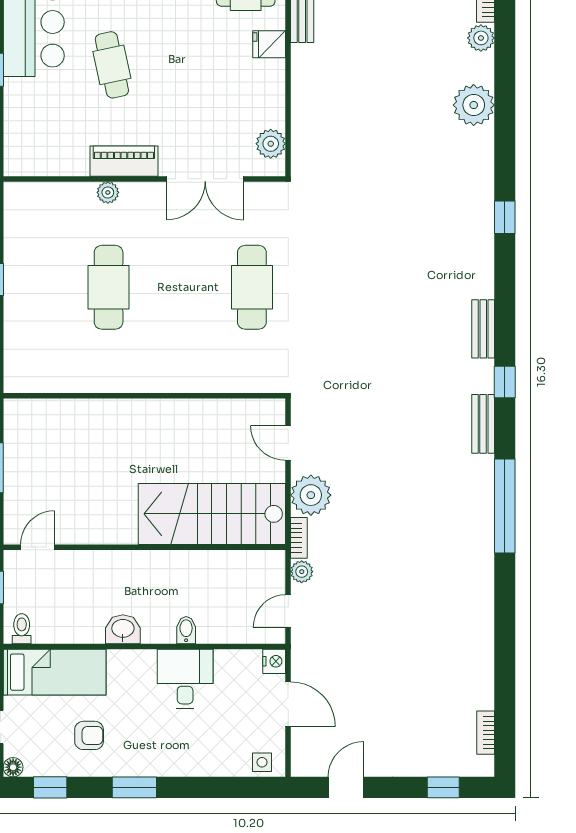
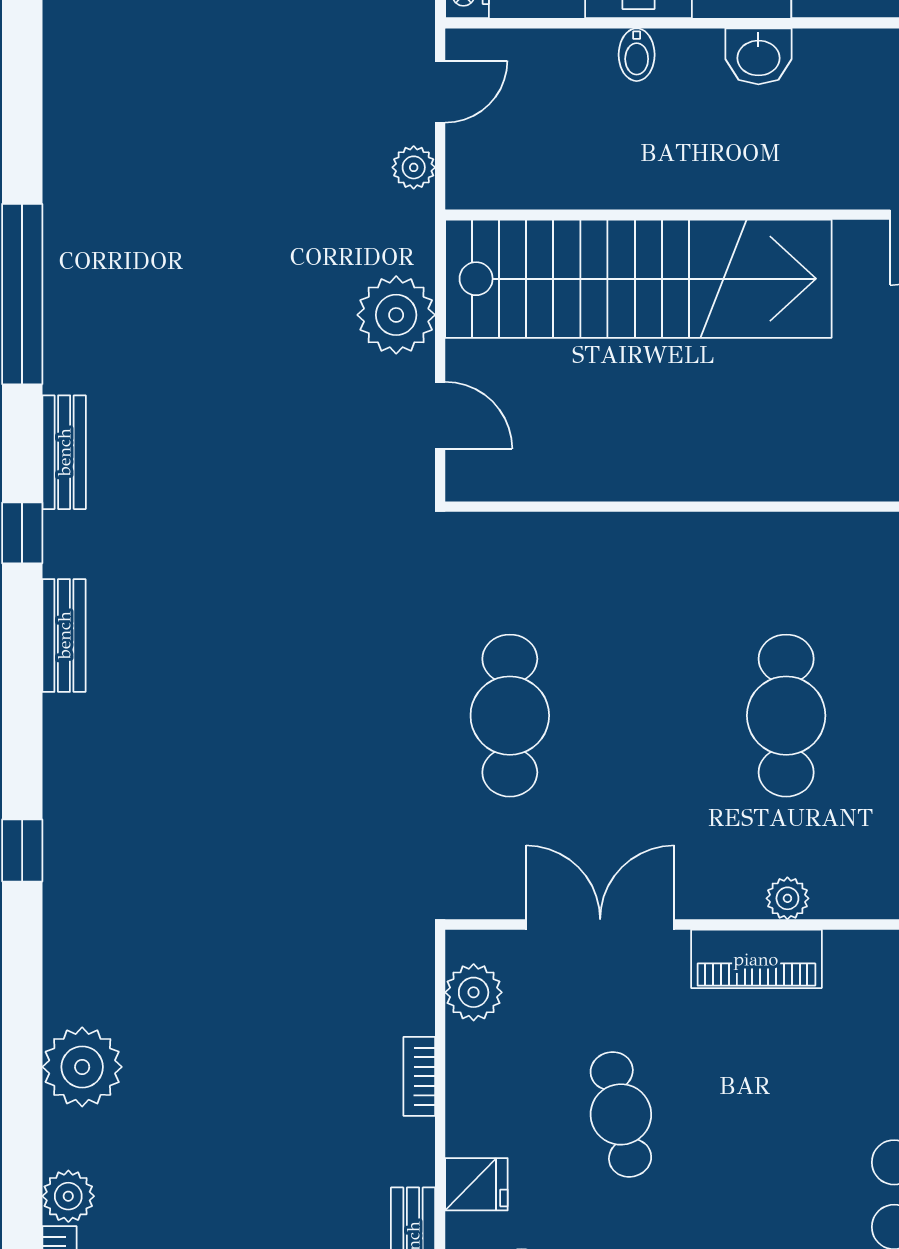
cafe table: (112, 65) -> (621, 1114), moved
stairs: (212, 514) -> (638, 279), width x1.36
bookcase: (299, 538) -> (419, 1076), moved

